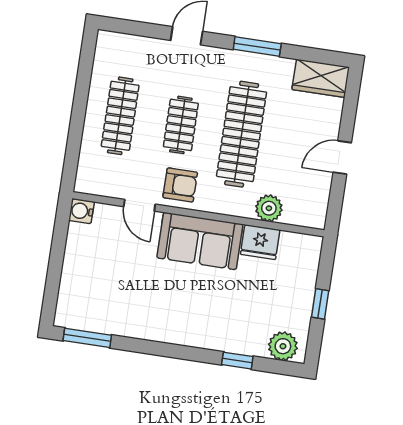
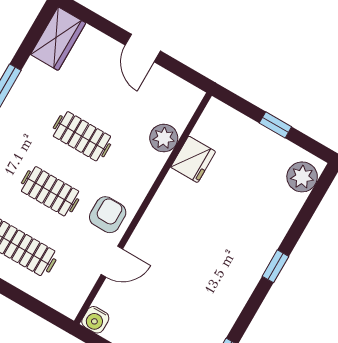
clothes rail: (242, 134) -> (82, 136), width x0.54, depth x0.76
sofa: (200, 241) -> (169, 217), removed
window: (237, 361) -> (275, 266), moved

